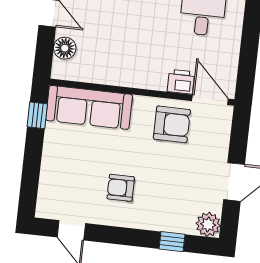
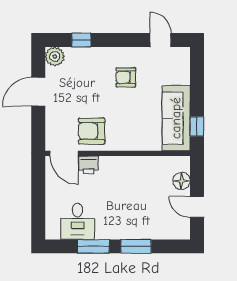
sofa: (89, 107) -> (176, 118), moved, turned -90
armchair: (121, 188) -> (126, 77), turned 180

